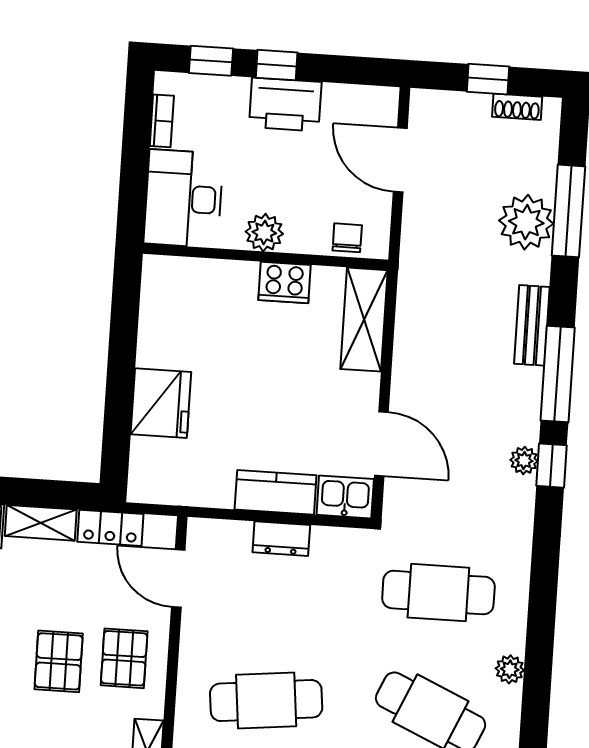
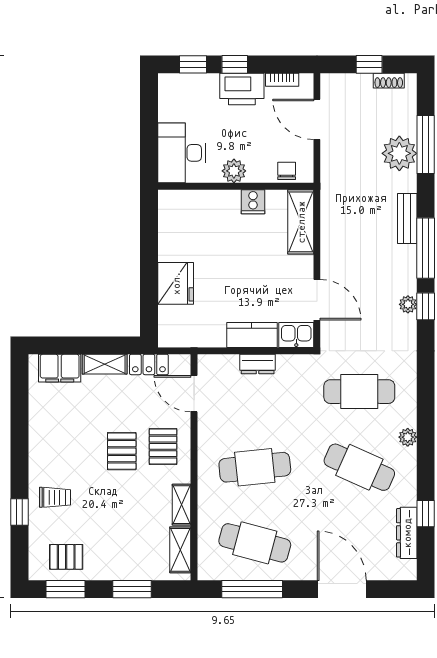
bookcase: (162, 121) -> (282, 80), moved, turned 90
cooker: (284, 282) -> (253, 202), width x0.73

